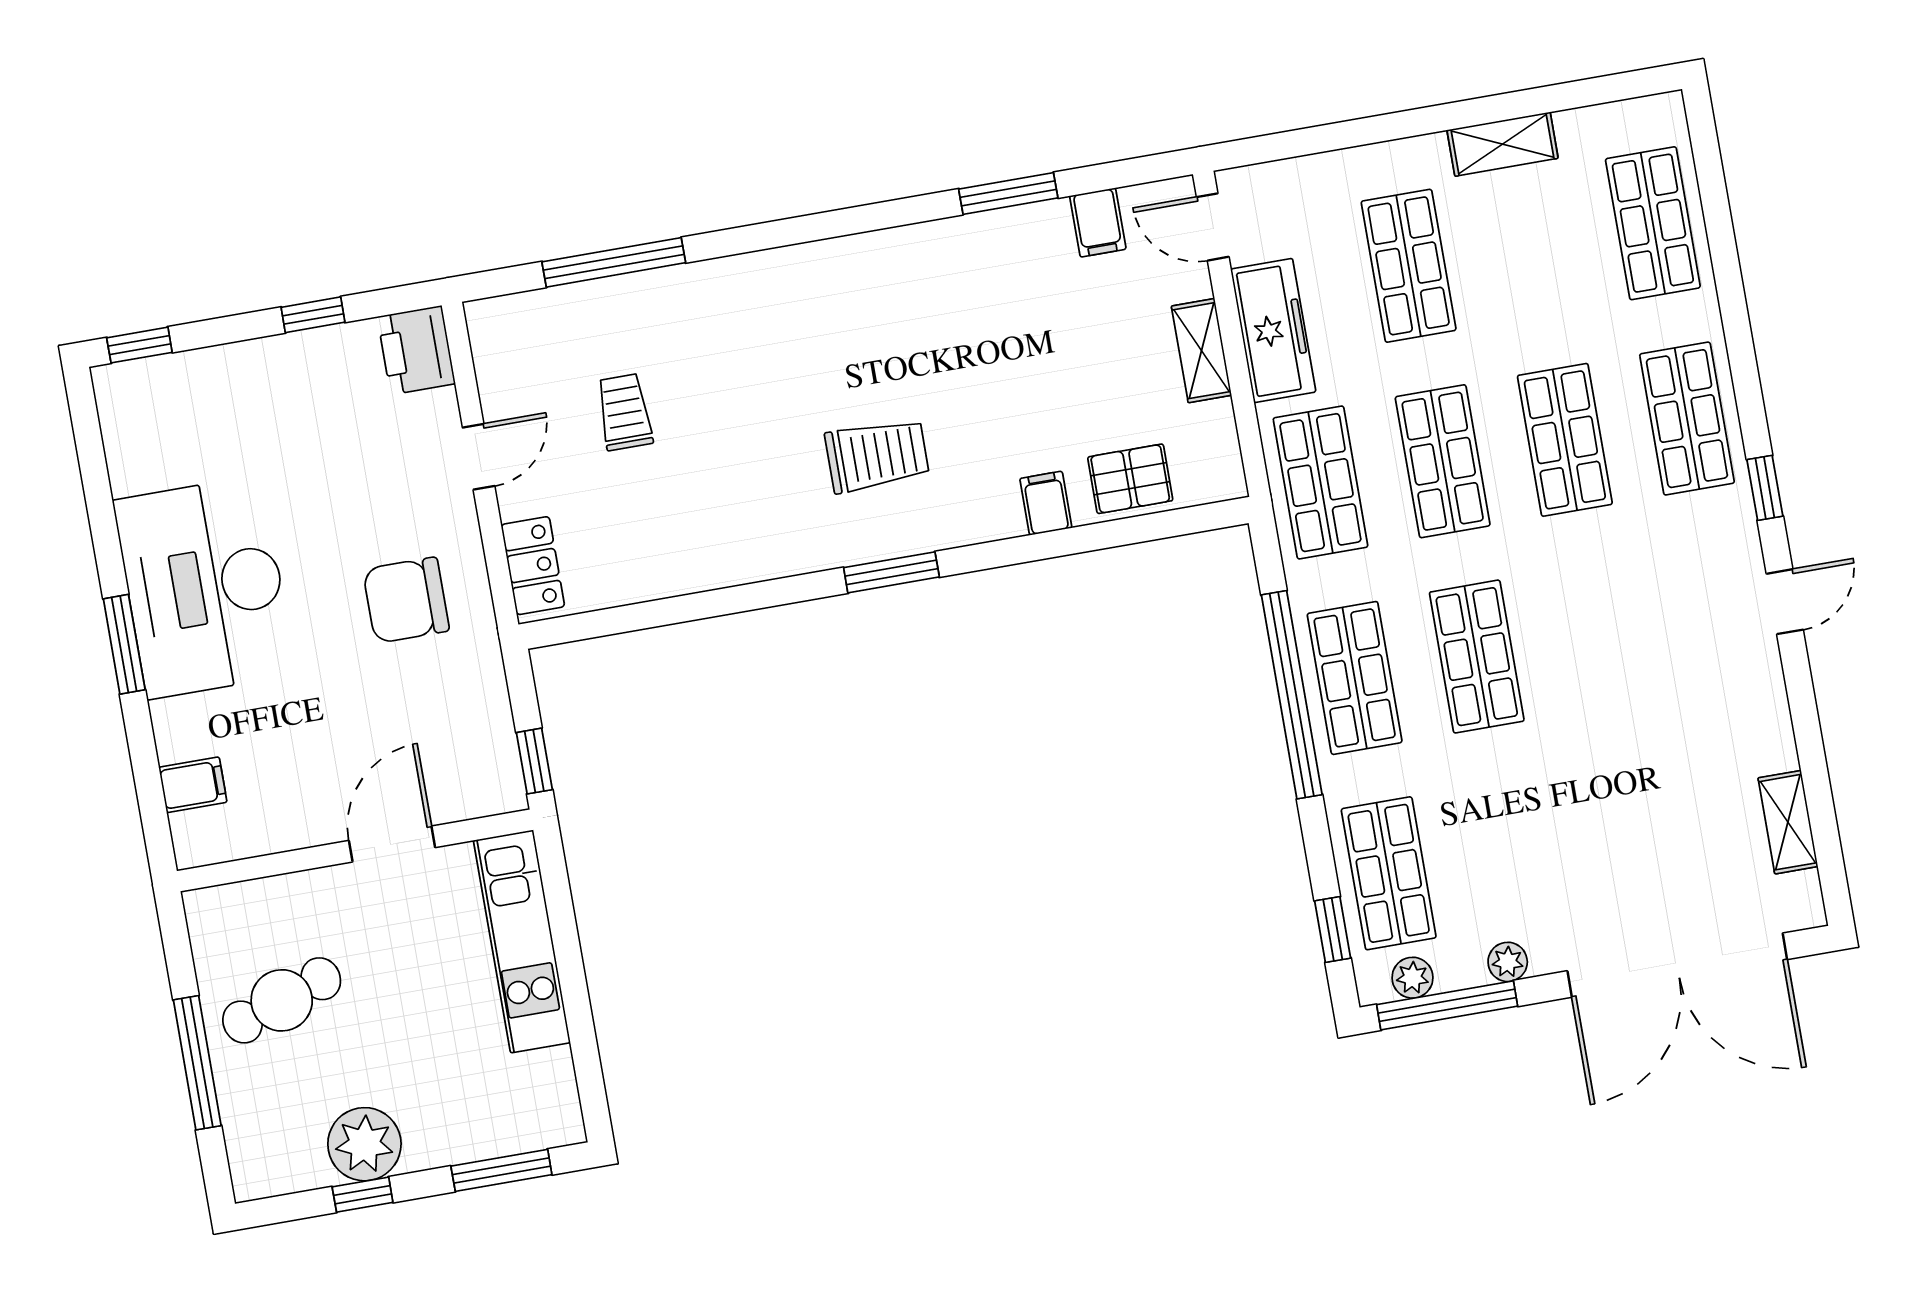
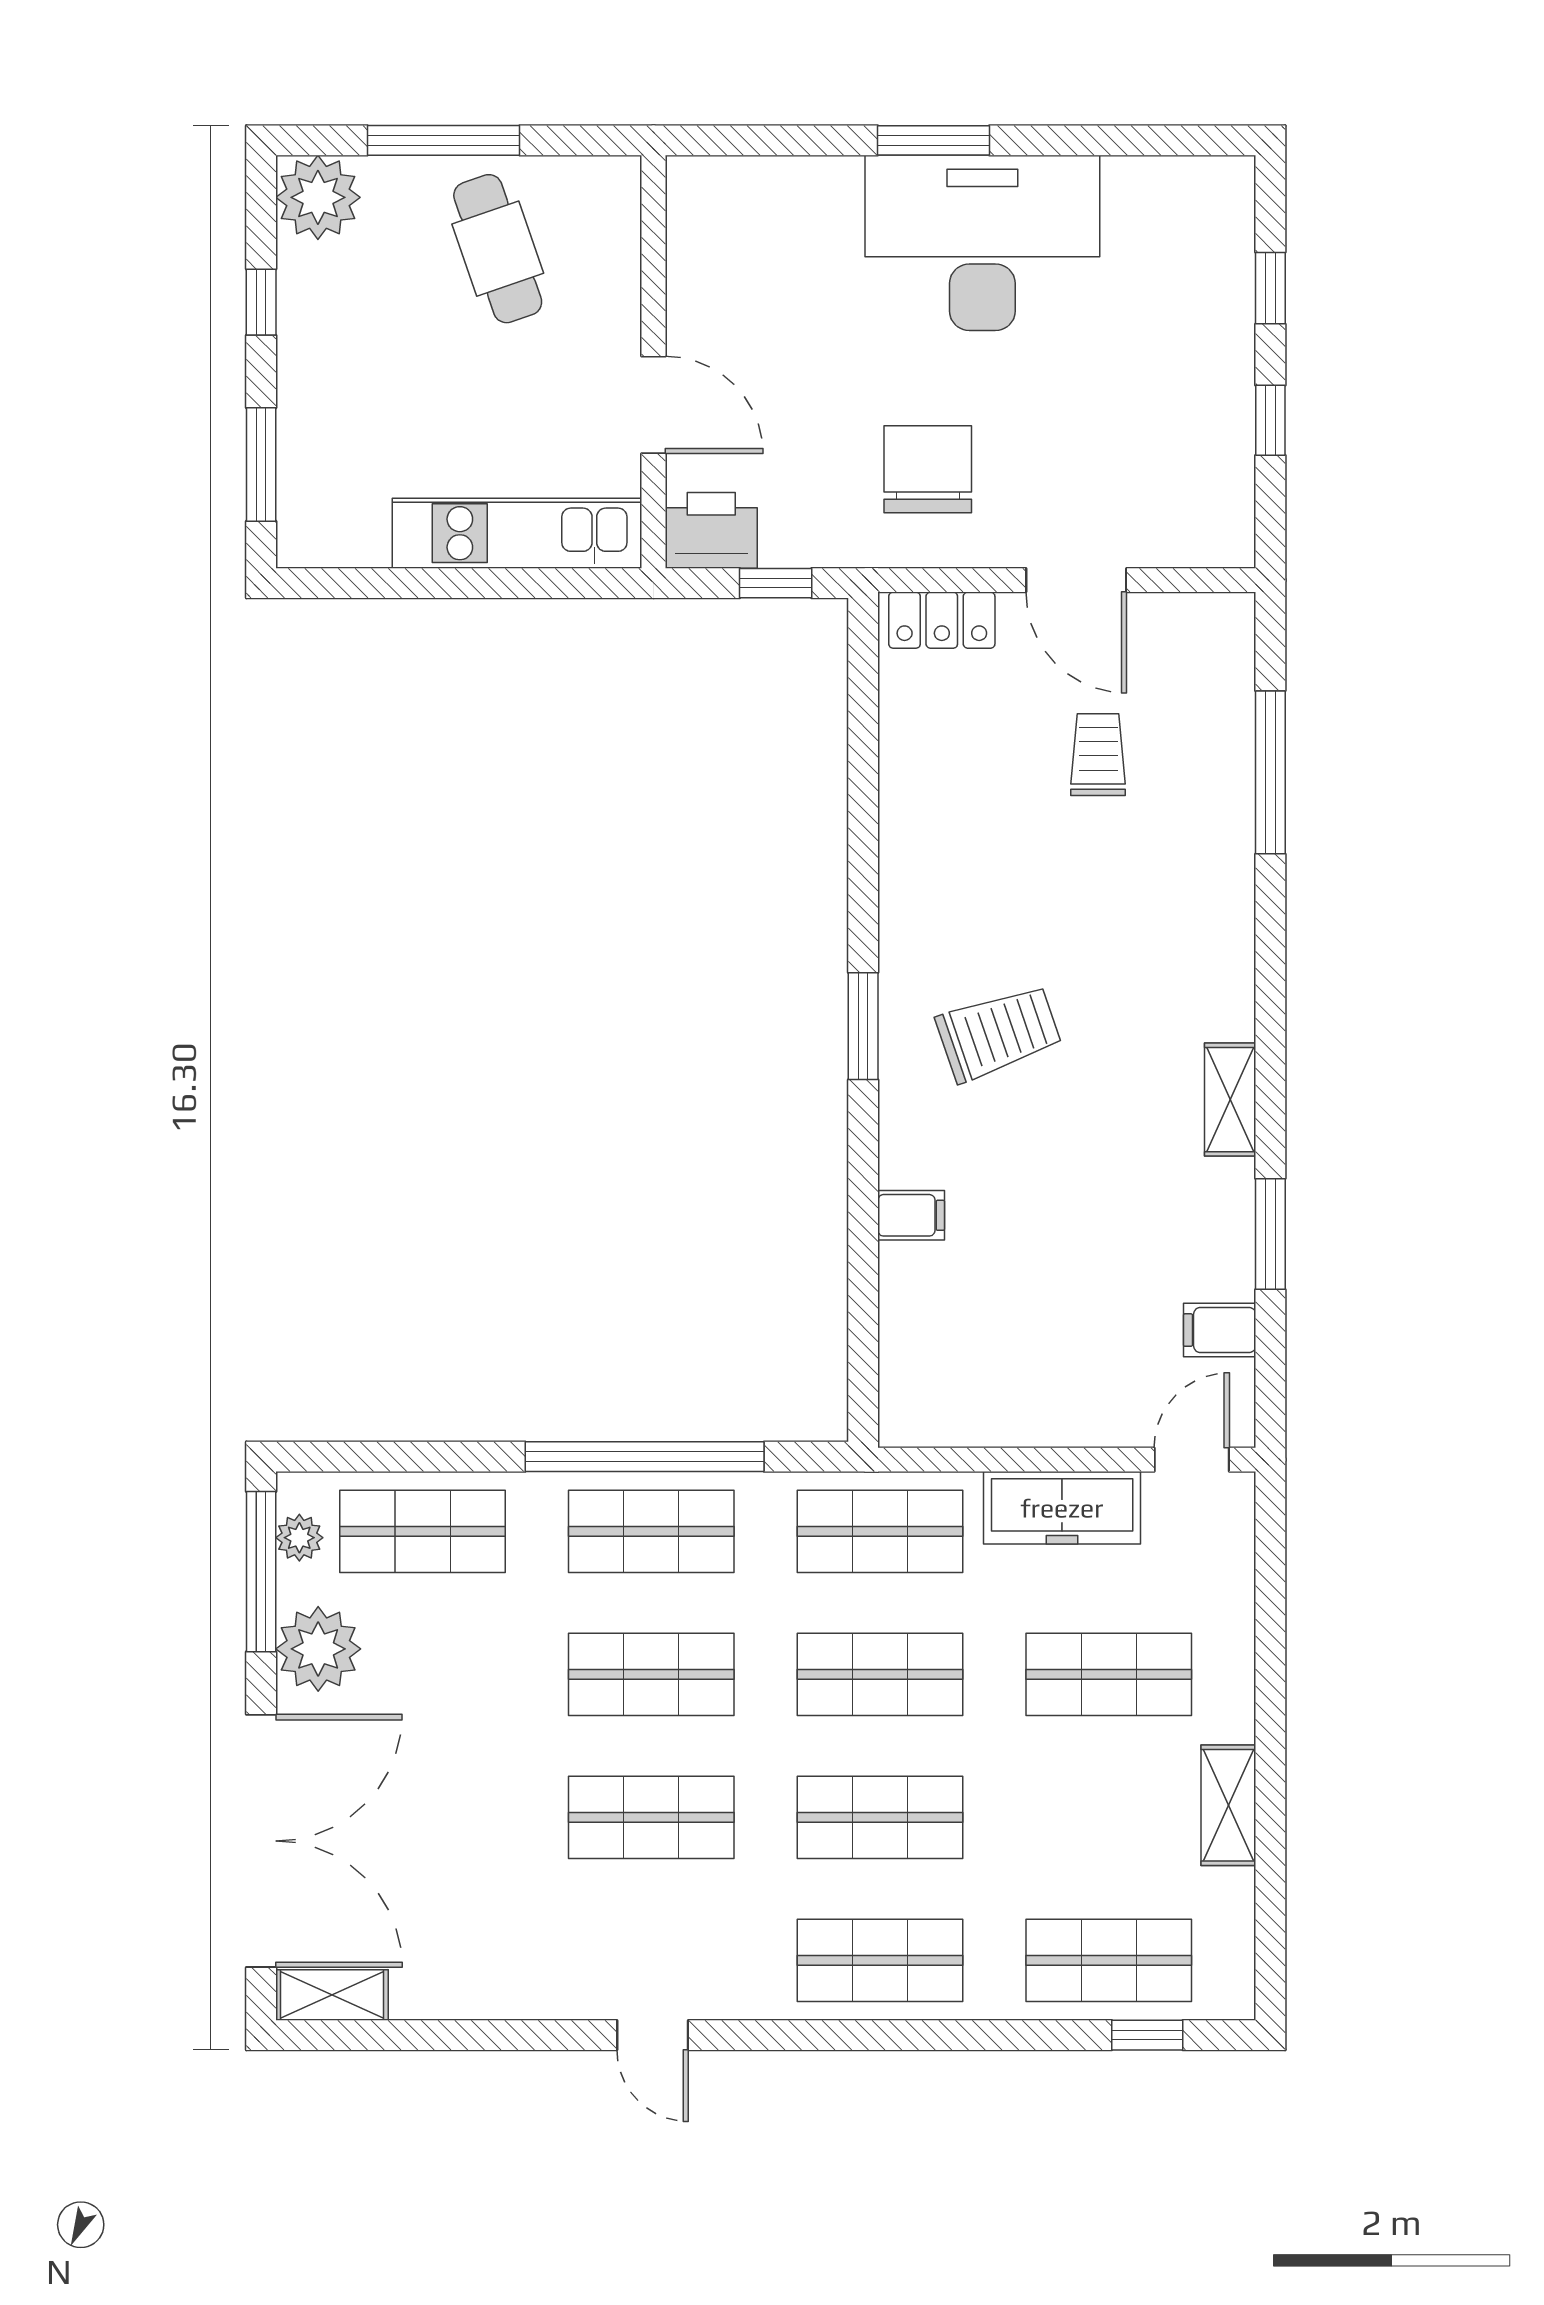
window: (139, 345) -> (1270, 288), moved
printer: (416, 350) -> (711, 530), moved
shelving: (1201, 351) -> (1230, 1100), moved, turned 90
trolley: (624, 412) -> (1098, 755), turned -90
trolley: (877, 455) -> (999, 1033), turned -109
door: (479, 457) -> (1076, 580), width x1.38
pallet: (1130, 479) -> (922, 1316), removed
window: (1765, 488) -> (1147, 2035), moved
shop shelf: (1599, 635) -> (651, 1817), added
window: (534, 761) -> (776, 583), moved
filing cabinet: (193, 785) -> (760, 191), removed
shelving: (1788, 822) -> (332, 1995), moved
window: (1333, 929) -> (370, 1457), removed
plant: (1508, 962) -> (318, 1649), width x1.87, depth x1.87
double door: (1677, 965) -> (261, 1841), swing flipped
plant: (364, 1144) -> (318, 197), moved

